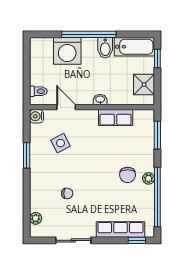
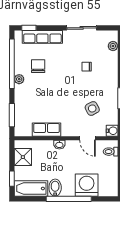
chair: (128, 175) -> (38, 66), moved

